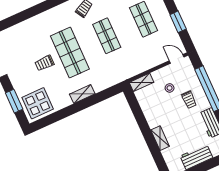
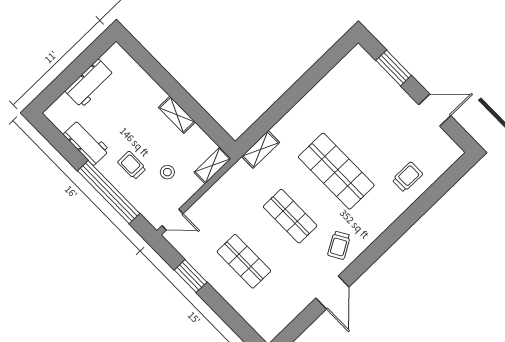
trolley: (44, 63) -> (407, 177), moved
shelving: (82, 94) -> (261, 149), moved
display table: (38, 103) -> (357, 77), removed
shelving: (160, 138) -> (177, 115), moved

